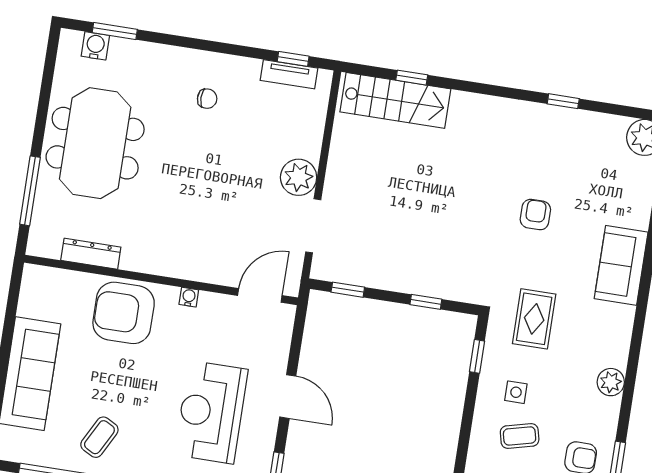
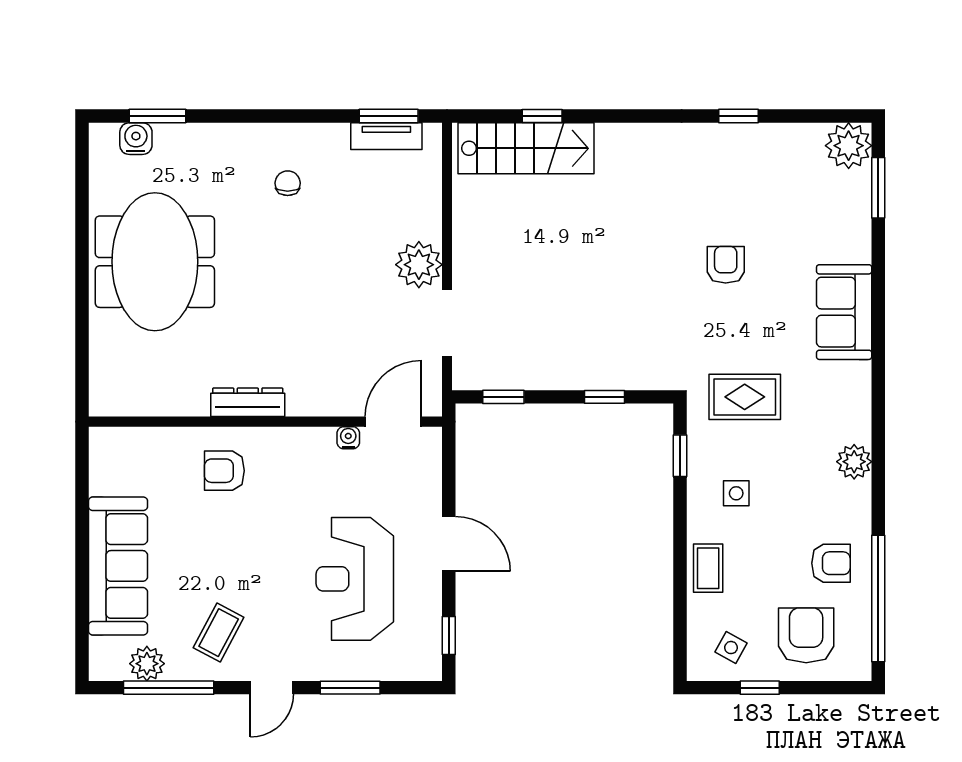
window: (293, 59) -> (389, 116), width x1.50
chair: (207, 99) -> (288, 183), turned -90
window: (30, 191) -> (82, 335), removed
dresser: (91, 254) -> (248, 402), moved
water cooler: (189, 297) -> (348, 438), moved
armchair: (124, 313) -> (224, 471), width x0.53, depth x0.53
rug: (534, 319) -> (745, 397), turned 90
coffee table: (520, 436) -> (708, 568), moved, turned -76
plant: (40, 452) -> (147, 664), added

